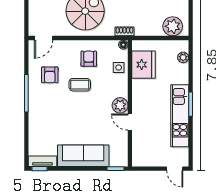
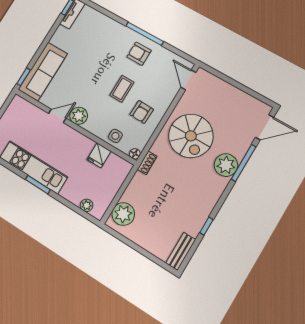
armchair: (89, 59) -> (142, 112), turned 92
fridge: (144, 65) -> (99, 155), width x0.53, depth x0.75
armchair: (50, 75) -> (139, 54), moved
sofa: (83, 156) -> (43, 72), moved

